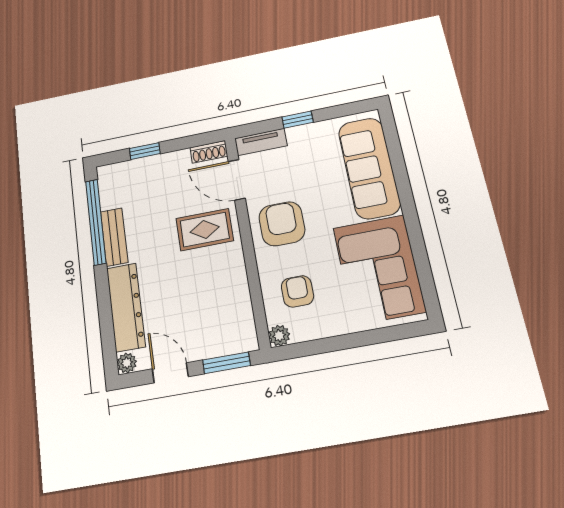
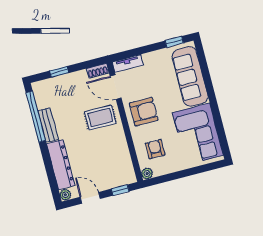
window: (298, 120) -> (174, 42), moved
armchair: (282, 224) -> (144, 112), turned 90
window: (226, 363) -> (120, 190), width x0.67

